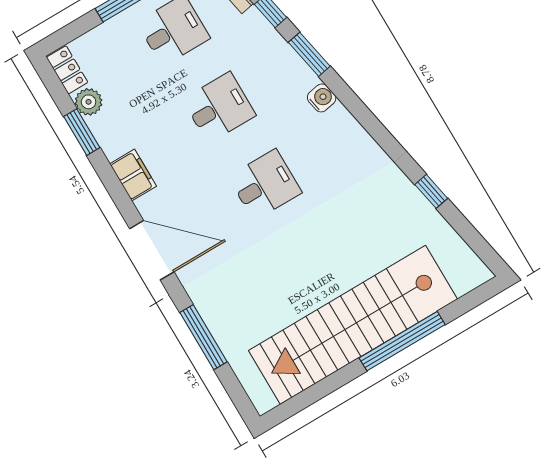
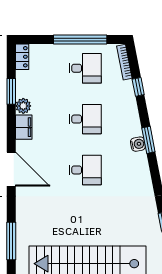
window: (309, 54) -> (148, 140), moved
plant: (89, 102) -> (23, 106), moved
window: (203, 337) -> (11, 241), moved

